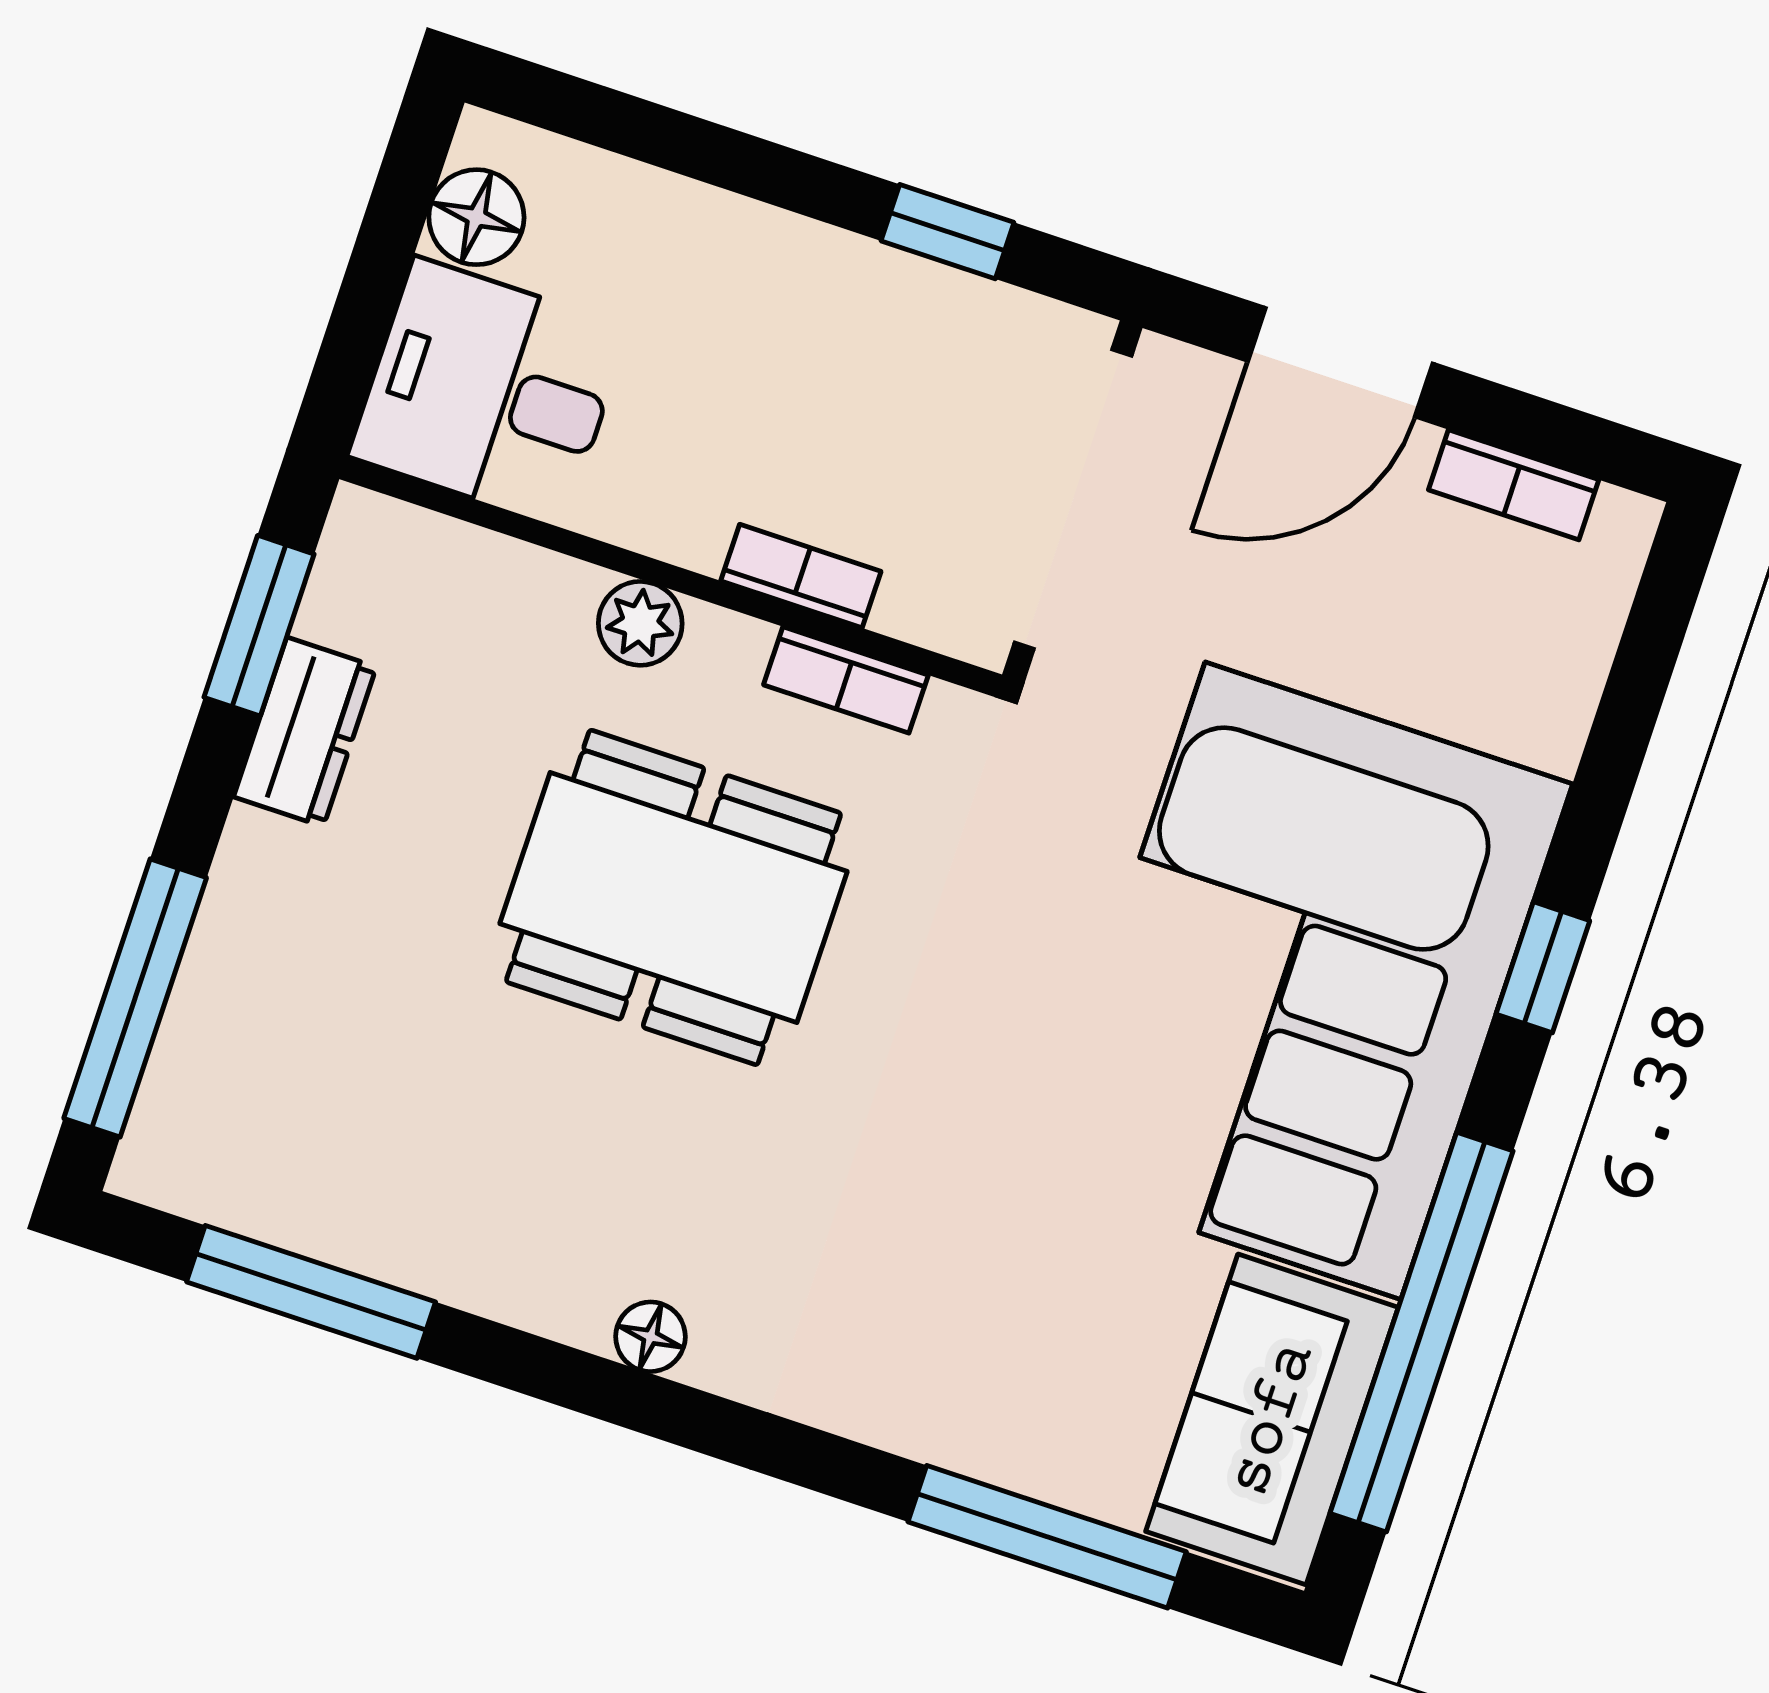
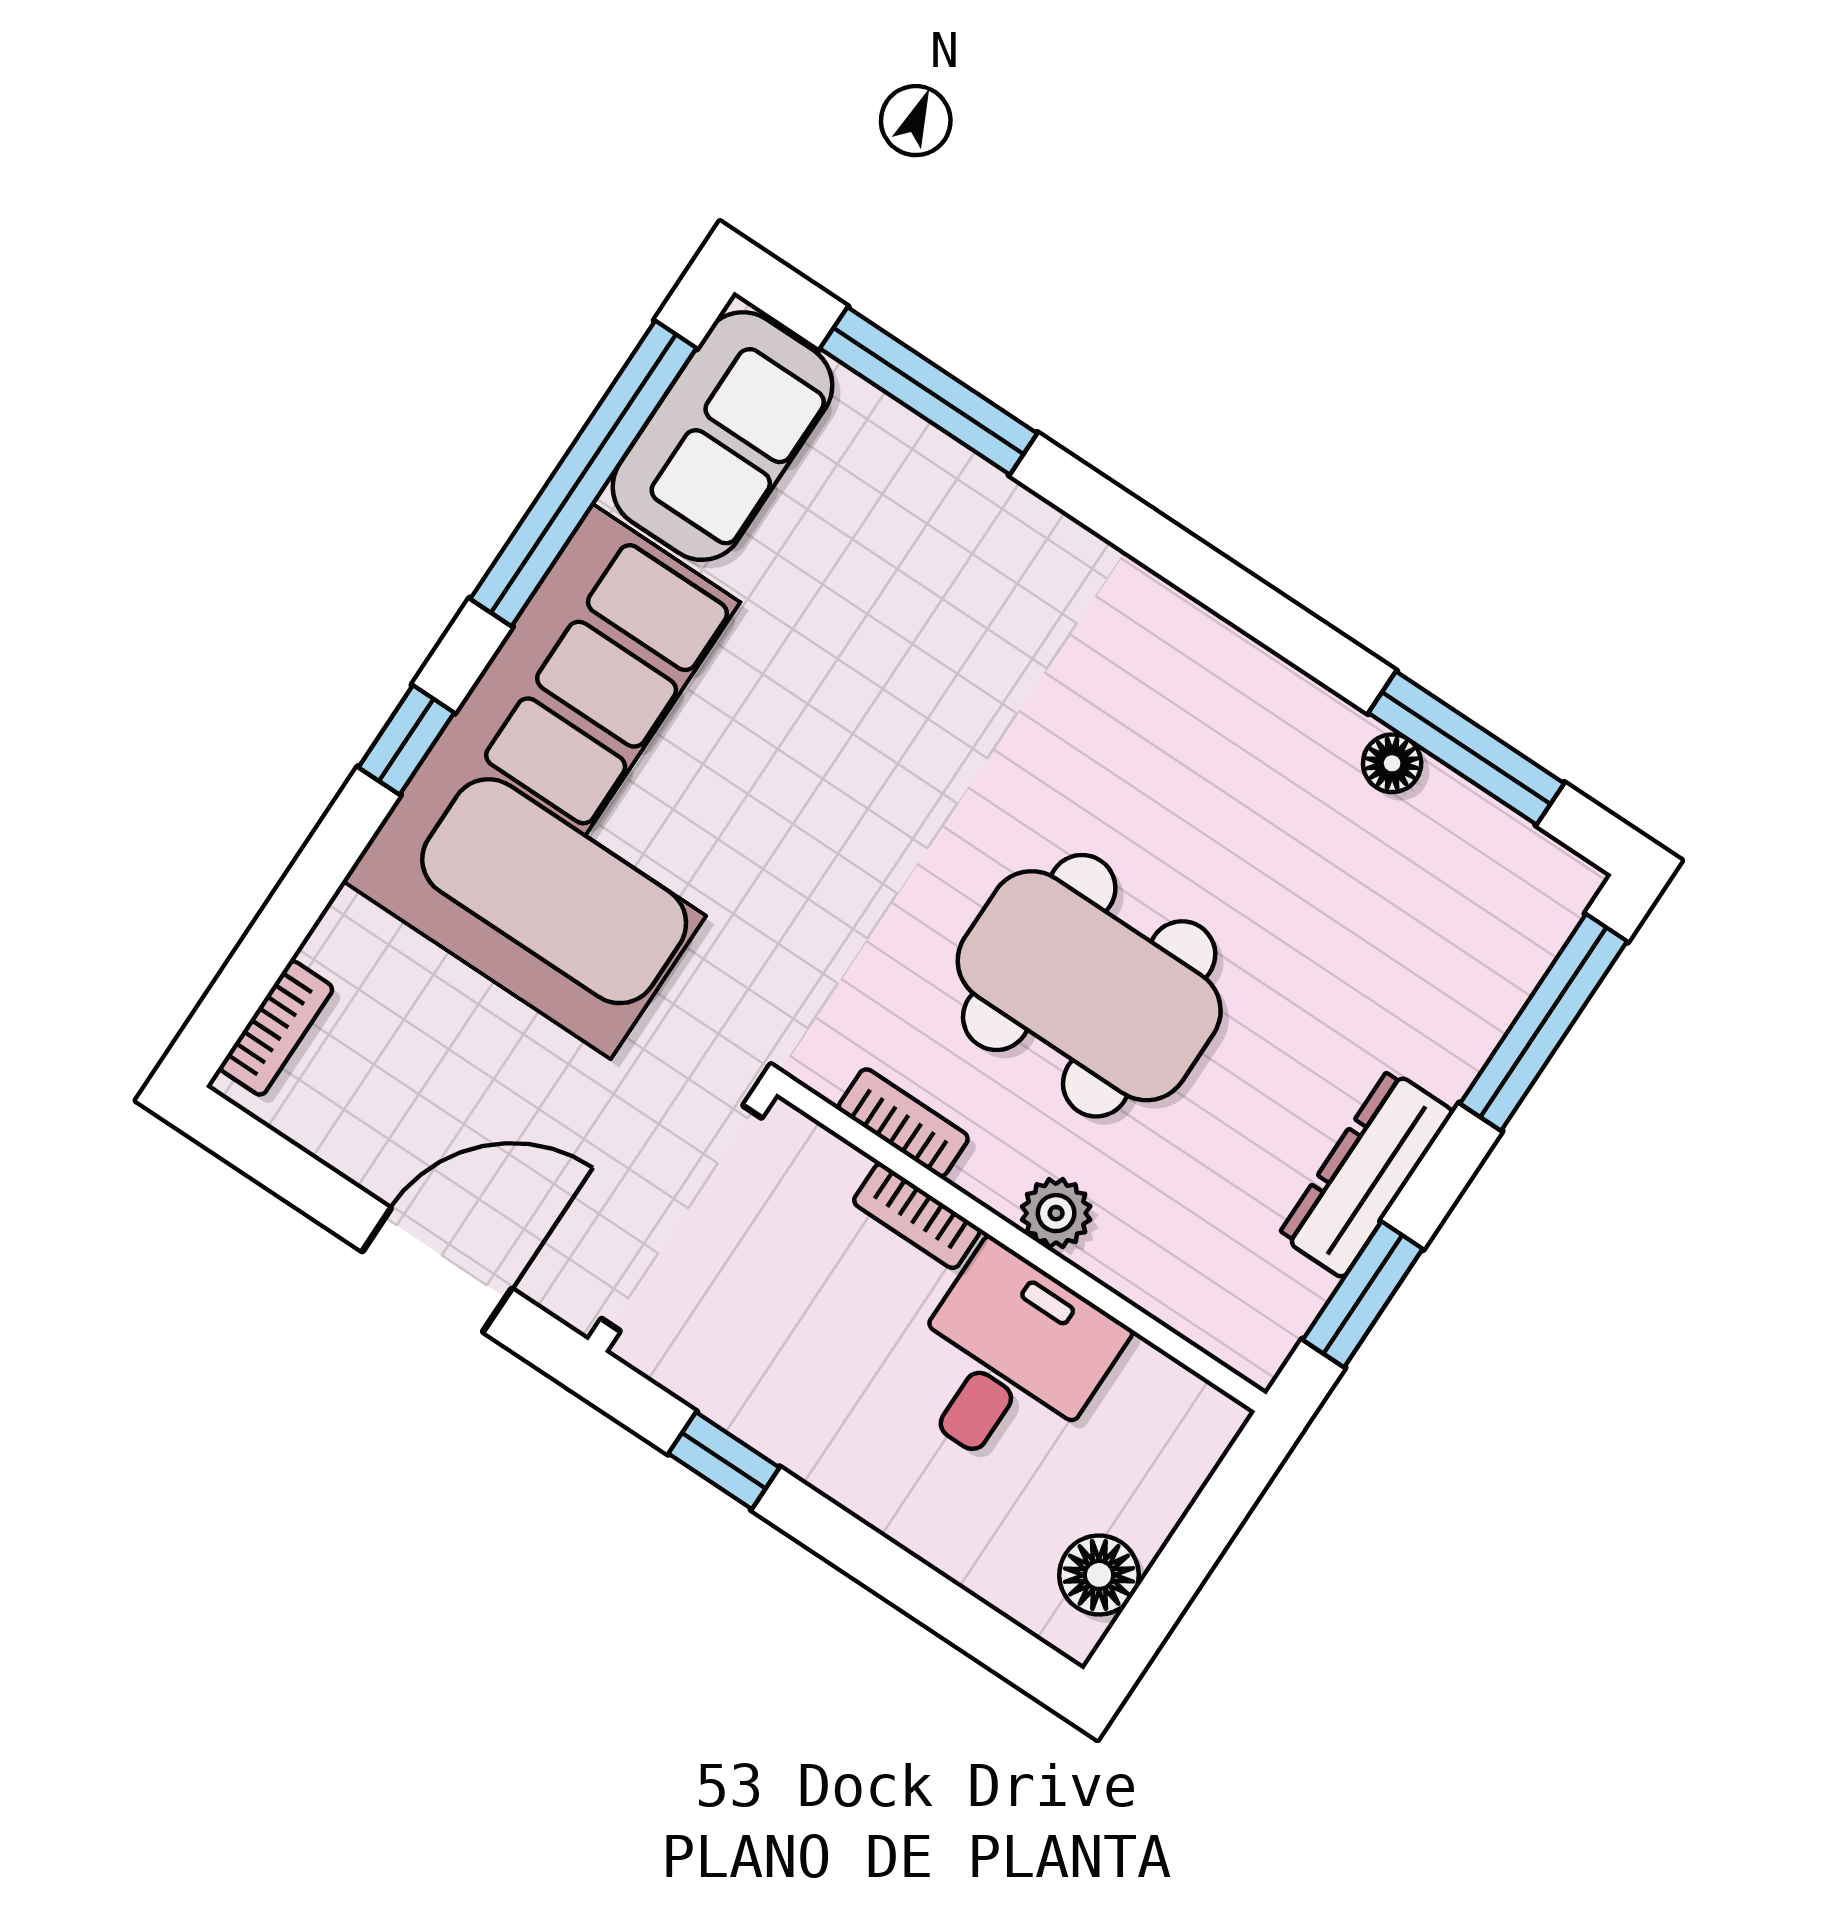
desk: (489, 392) -> (1009, 1362), moved, turned -90
bookcase: (1514, 485) -> (276, 1028), moved, turned 90
dresser: (305, 732) -> (1366, 1174), width x1.44
floor lamp: (650, 1337) -> (1392, 763), moved

